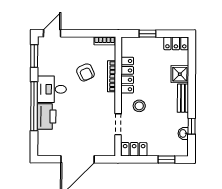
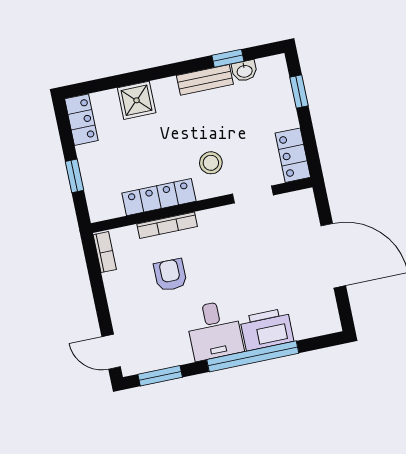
armchair: (85, 72) -> (170, 275), turned -65
bench: (183, 98) -> (205, 80), moved

